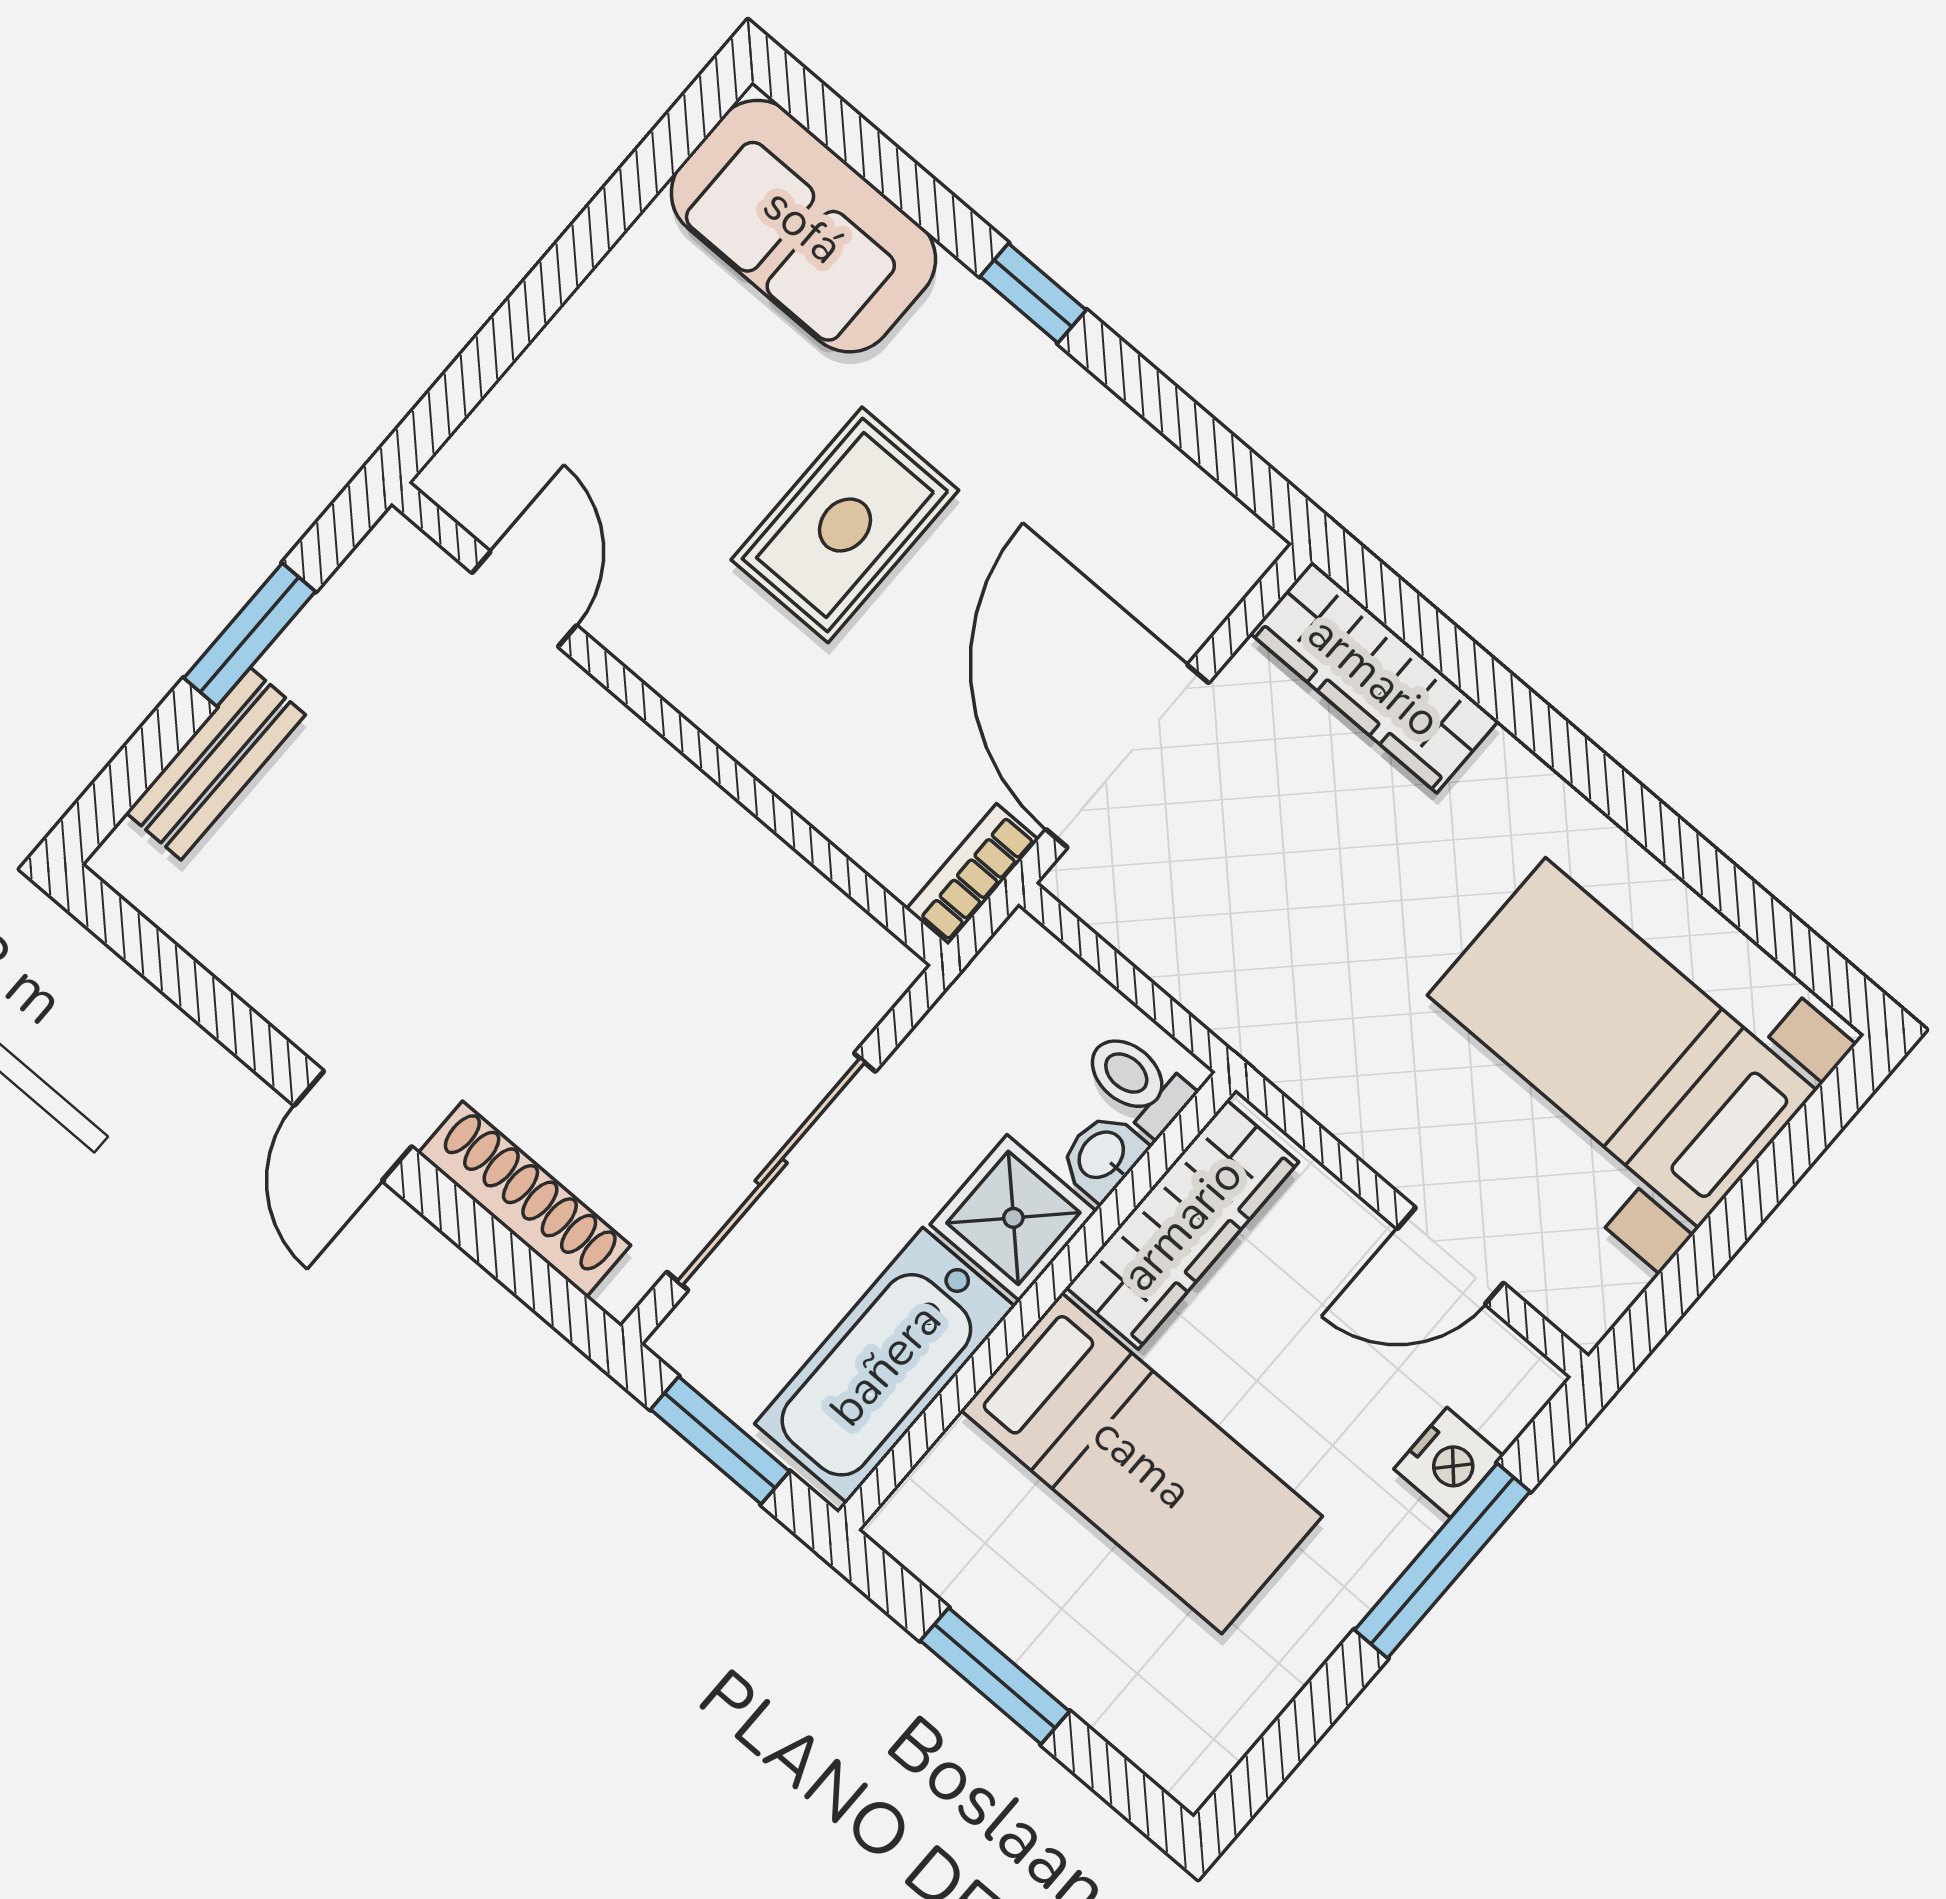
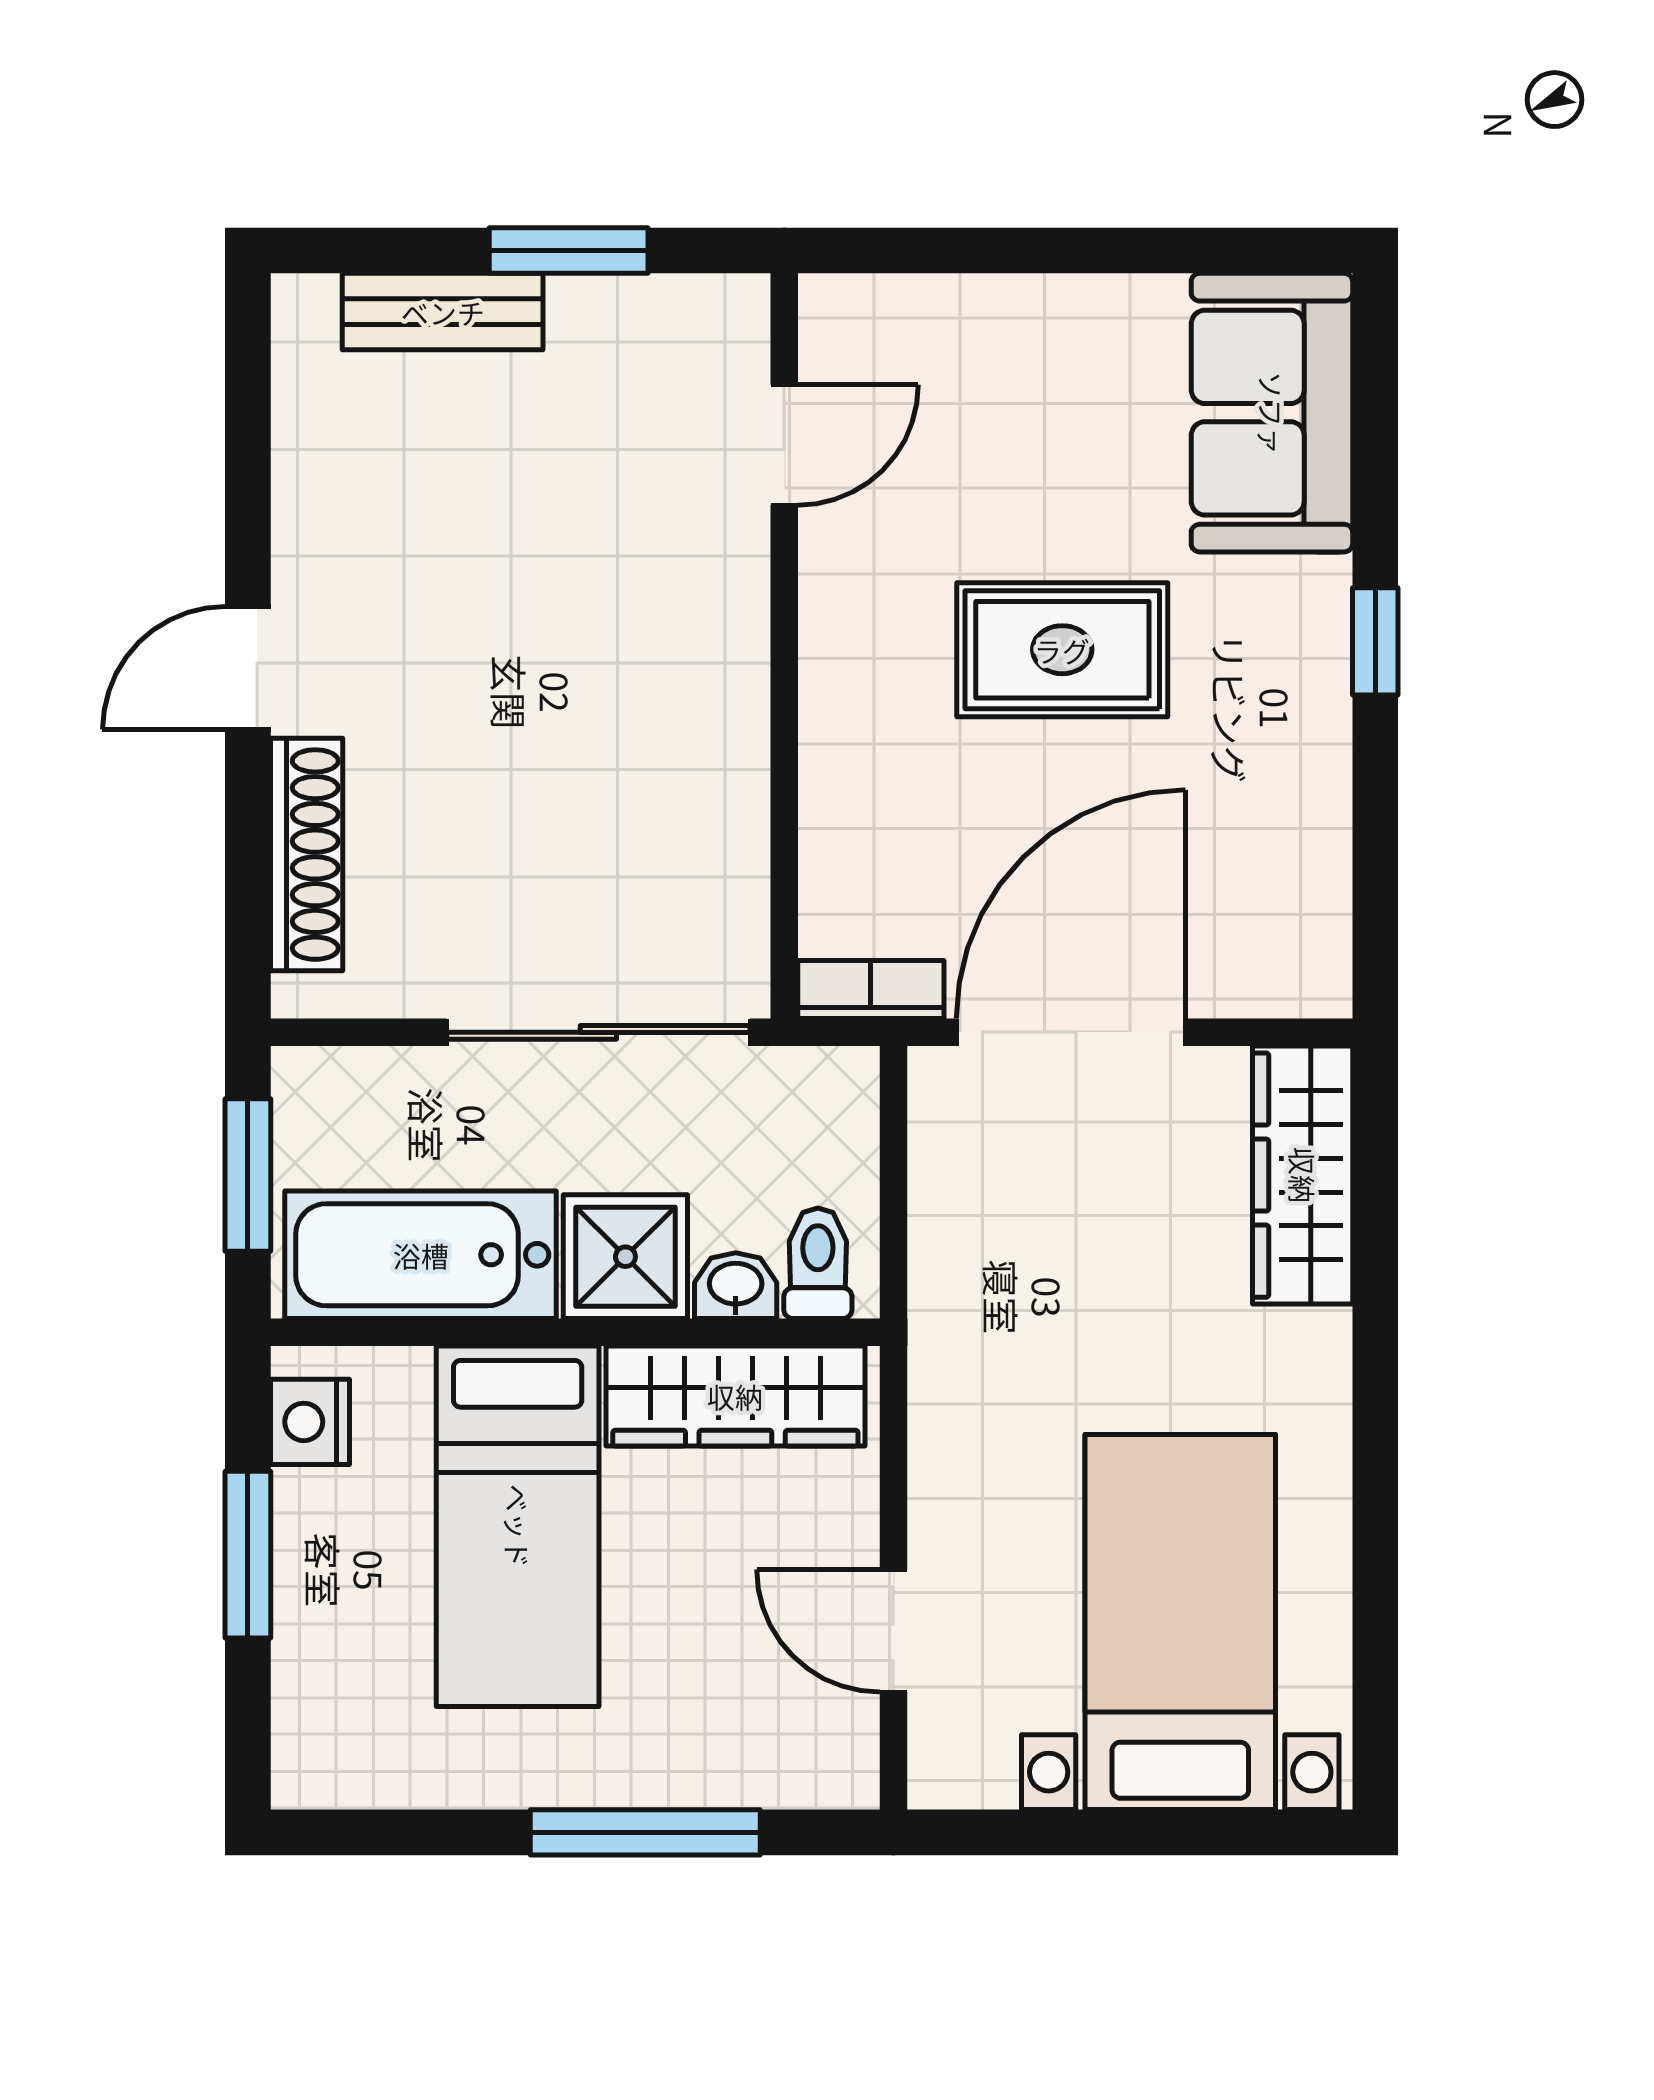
sliding door: (771, 1172) -> (598, 1032), moved
nightstand: (1449, 1462) -> (310, 1422), moved, turned 90

